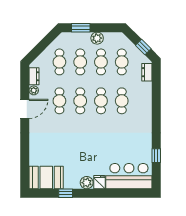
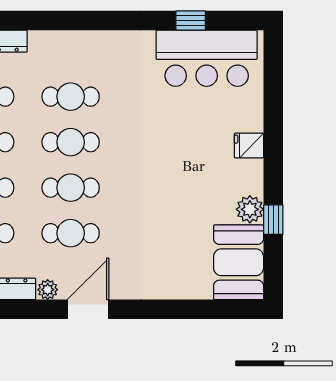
door: (25, 109) -> (88, 309), hinge flipped
bar counter: (129, 176) -> (207, 58), moved, turned -90
plant: (87, 183) -> (250, 209), moved

